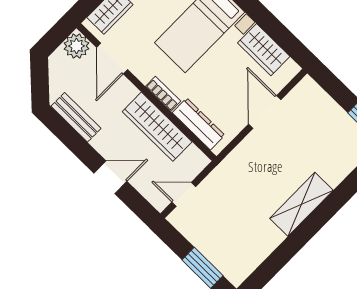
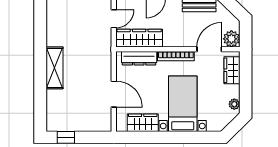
door: (112, 58) -> (209, 49), hinge flipped
bookcase: (163, 94) -> (176, 56), width x1.56
wardrobe: (157, 127) -> (139, 38), moved

